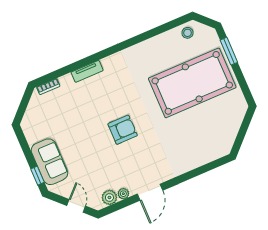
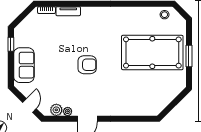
window: (229, 51) -> (189, 56), moved
tv unit: (87, 71) -> (68, 11), moved
window: (38, 176) -> (11, 44), moved

